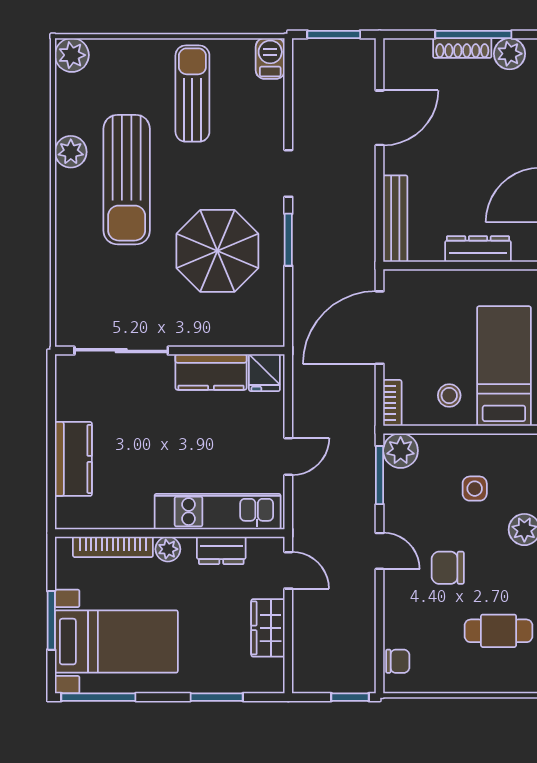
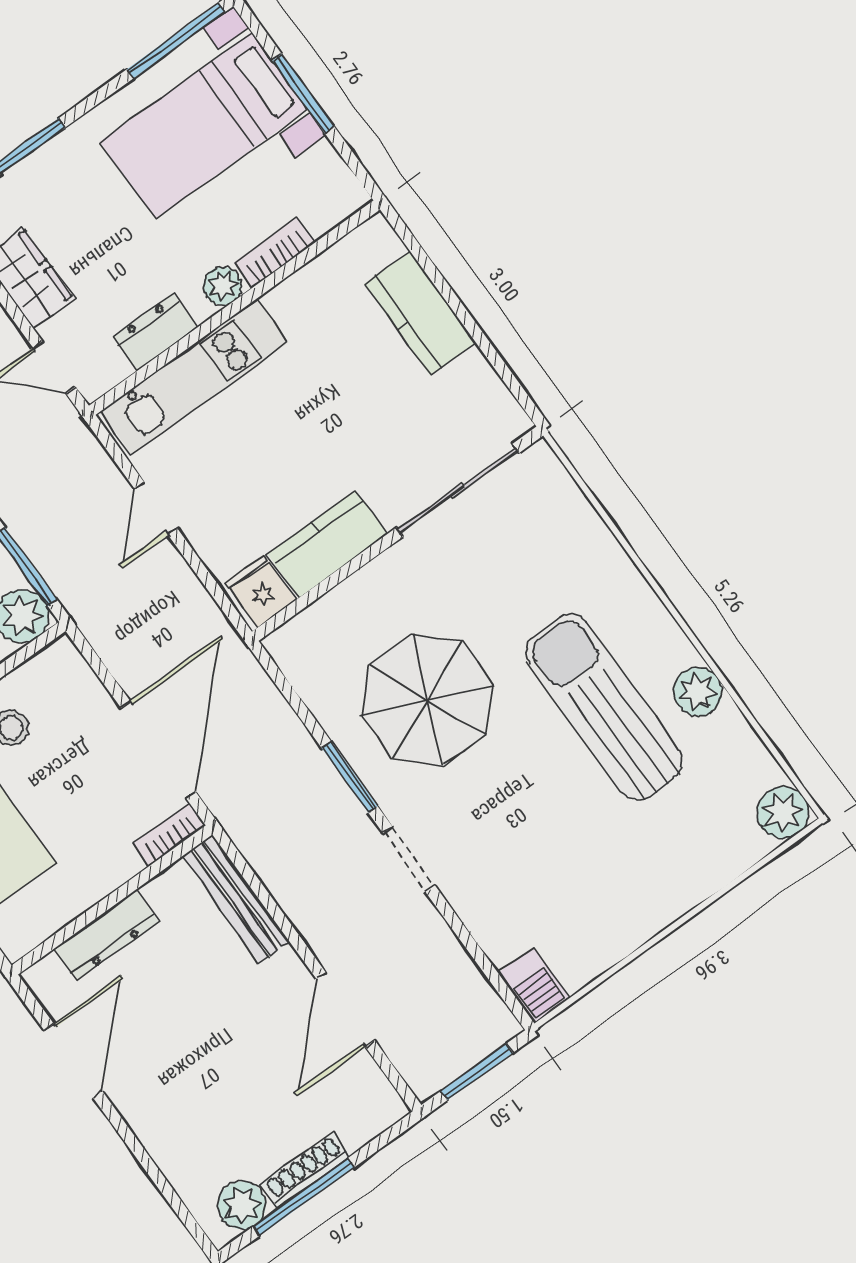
sun lounger: (192, 94) -> (599, 872), removed
bookcase: (392, 403) -> (169, 835), moved, turned 90
bookcase: (113, 547) -> (275, 253), width x0.64

